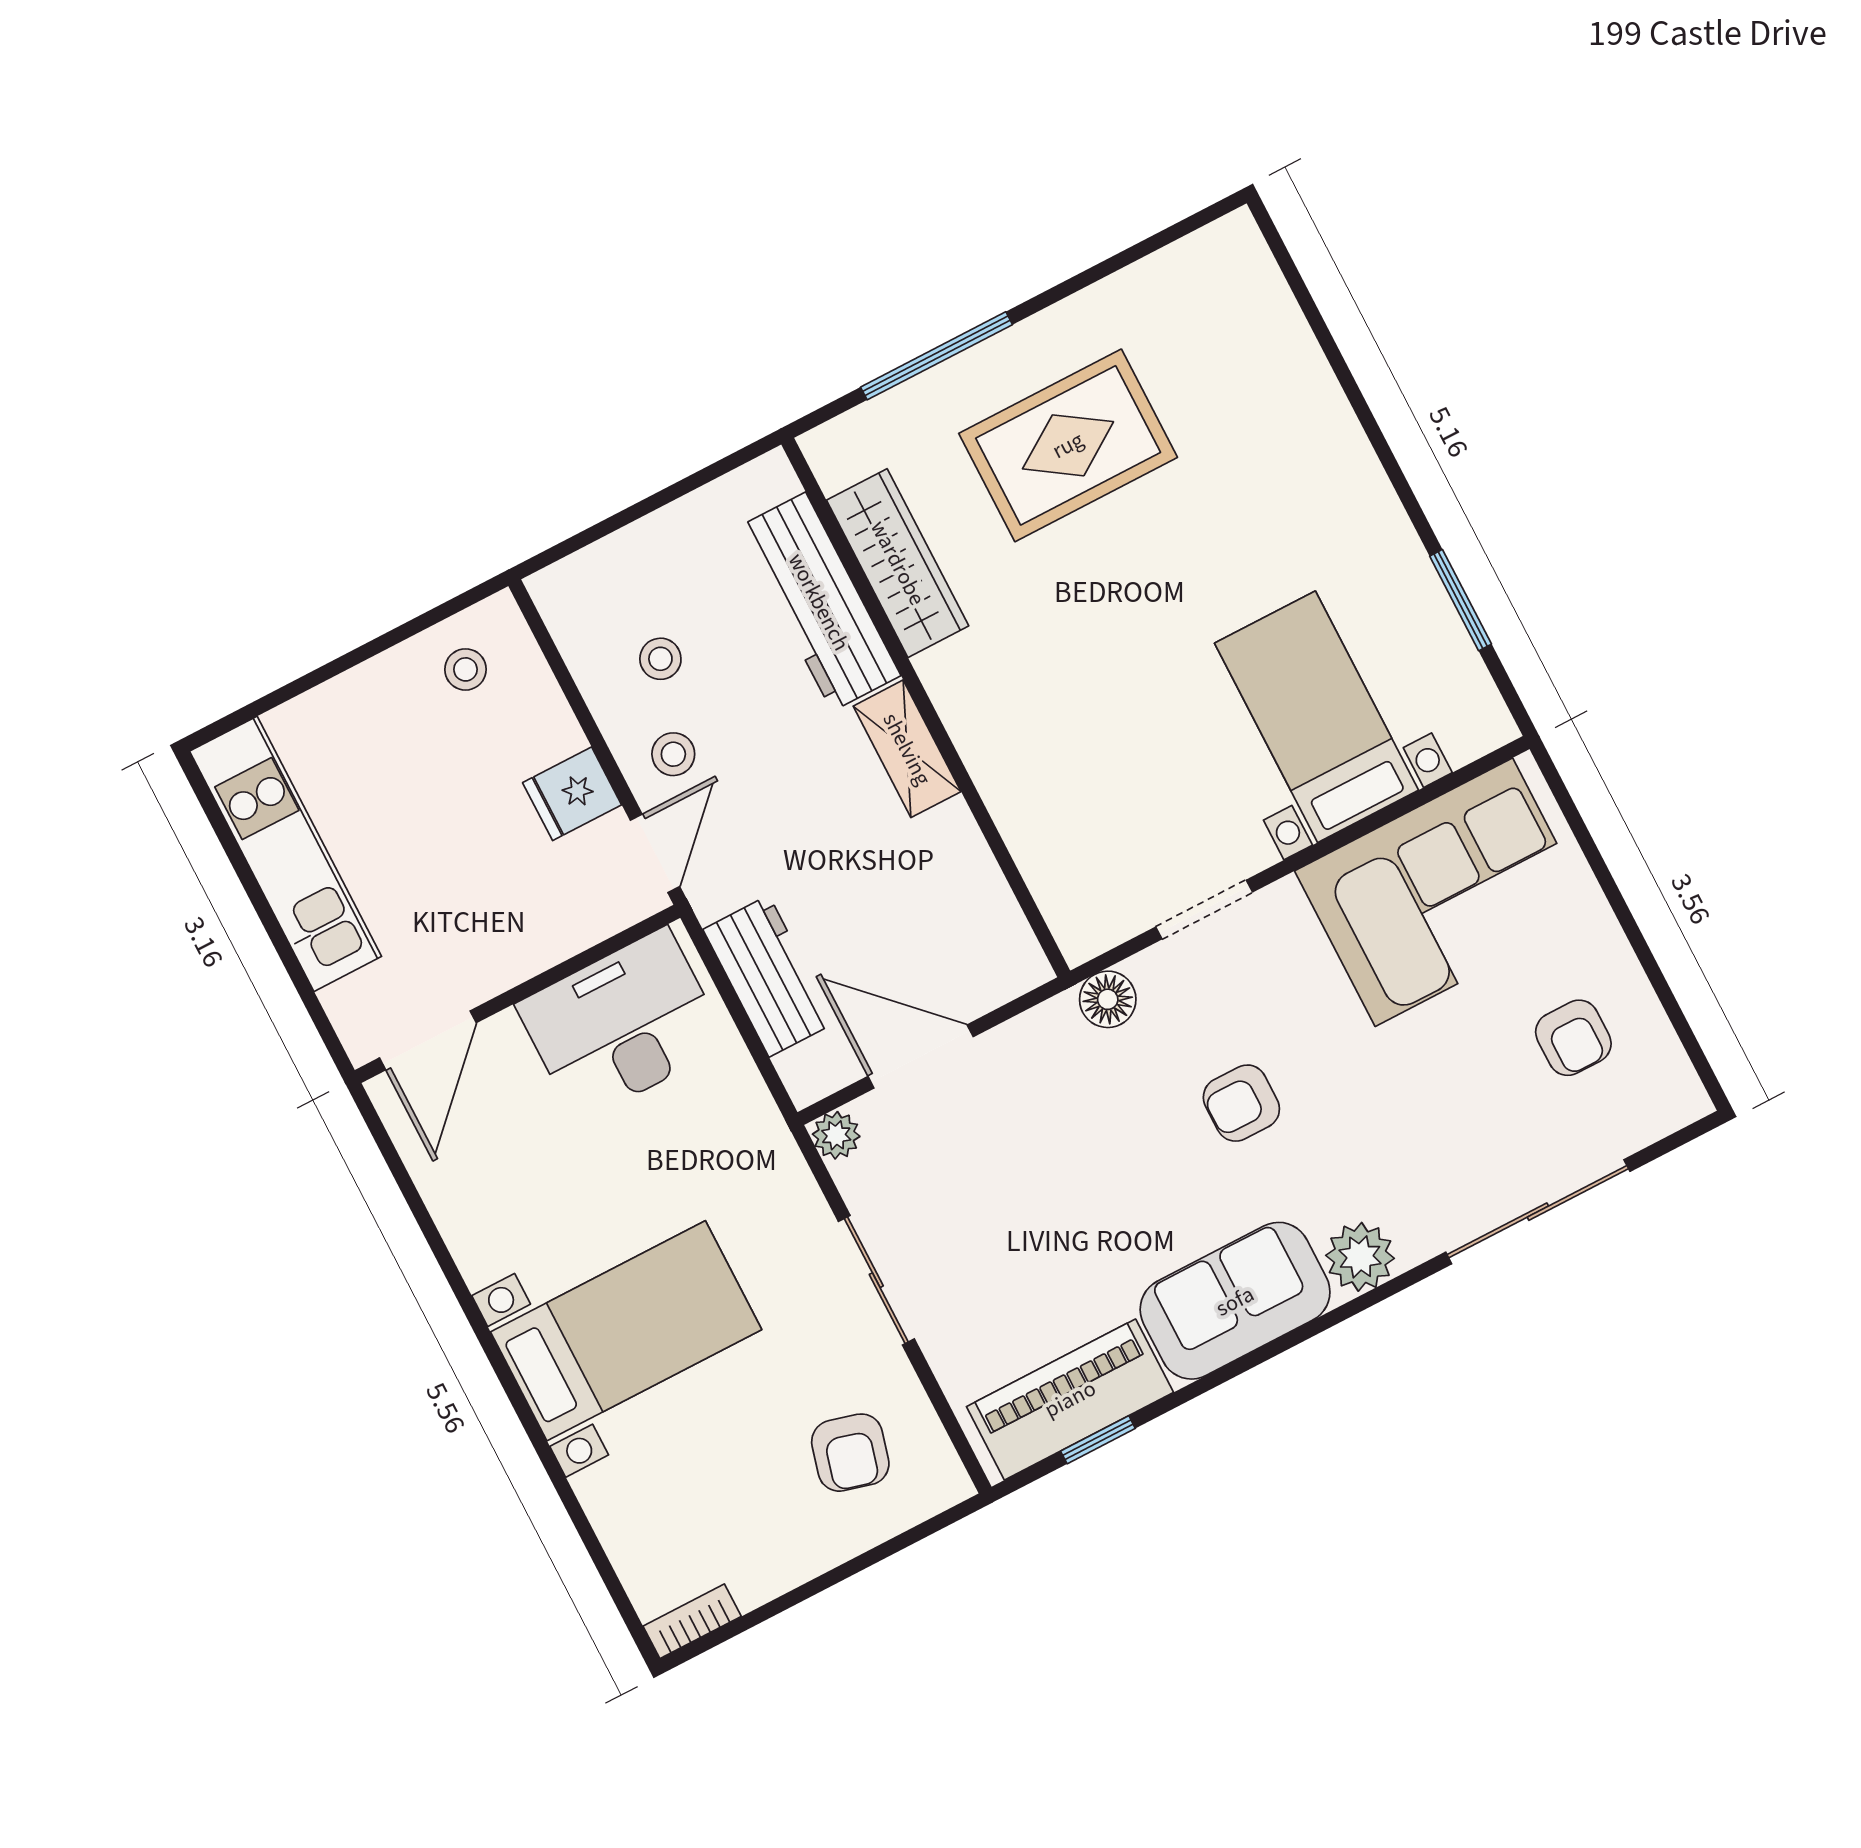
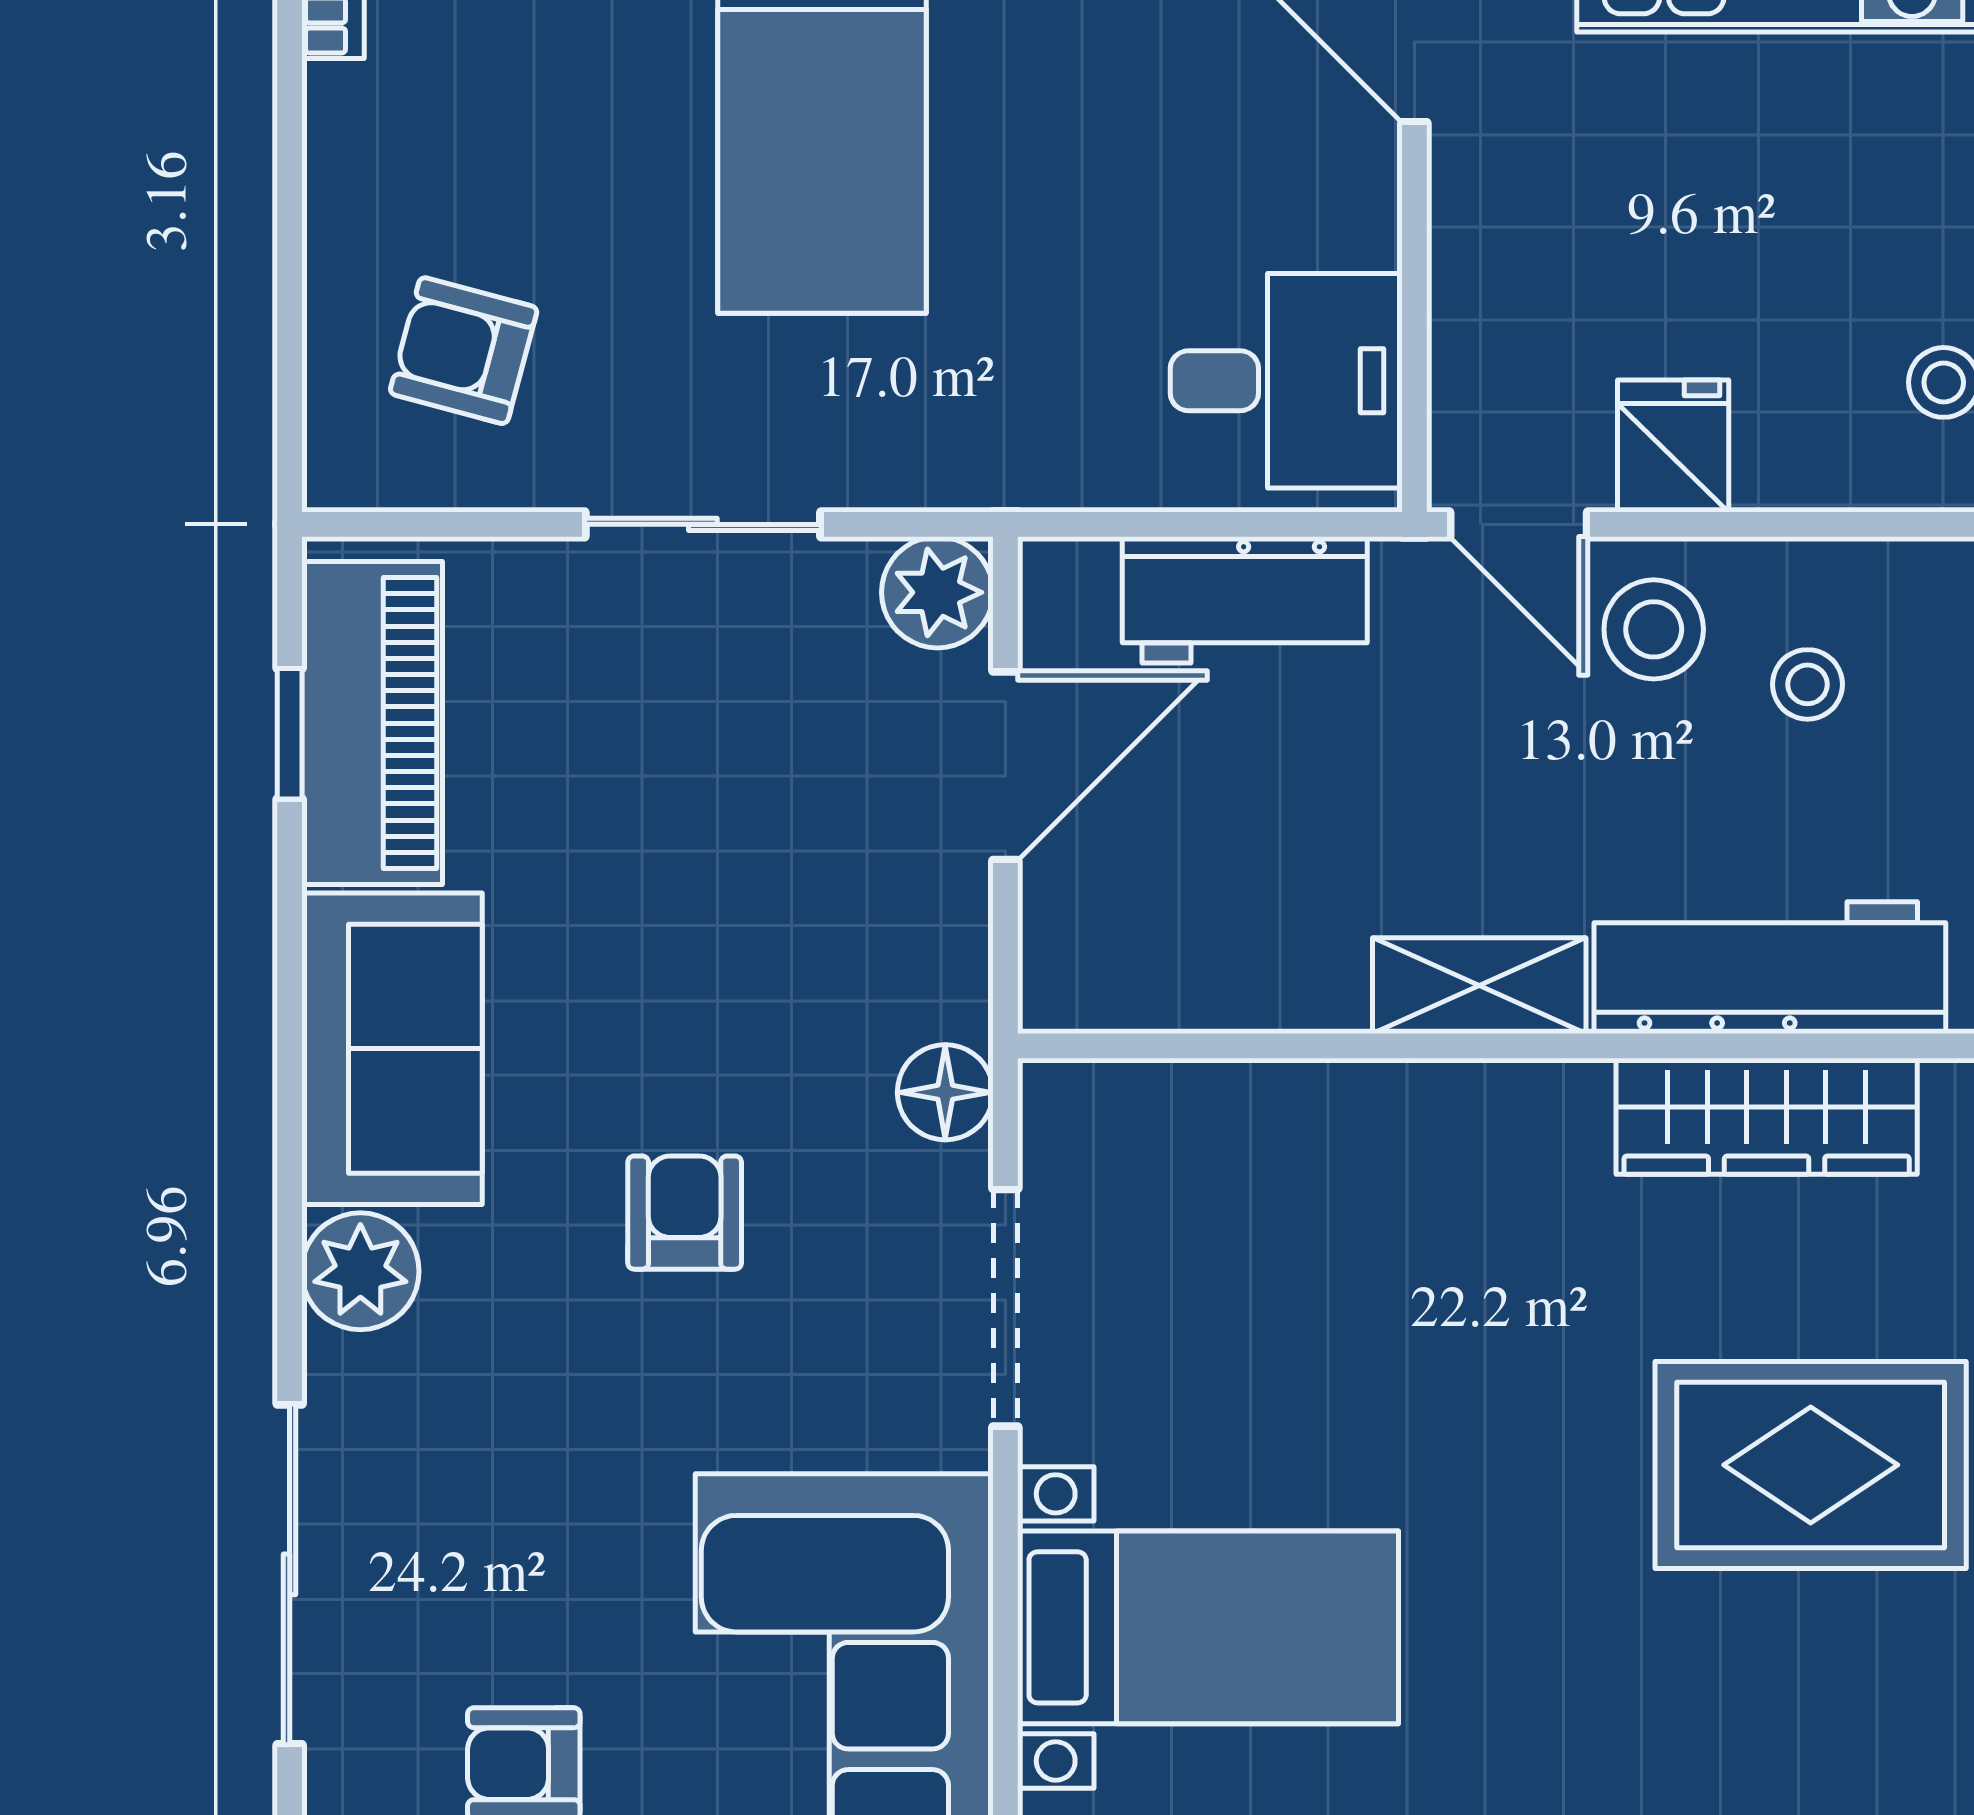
rug: (1068, 445) -> (1811, 1465), turned 90
stool: (673, 754) -> (1654, 629), width x1.37, depth x1.37
doorway: (1204, 909) -> (1005, 1308), width x1.38
desk: (622, 1025) -> (1286, 381), width x0.73
plant: (836, 1135) -> (937, 592), width x1.38, depth x1.38

